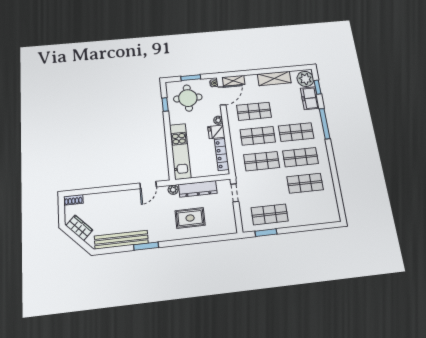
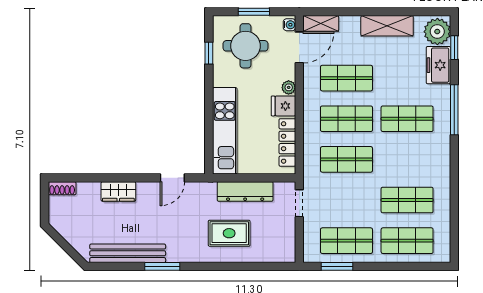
shop shelf: (301, 157) -> (407, 241), moved
plant: (173, 190) -> (209, 189), removed
wardrobe: (79, 228) -> (118, 191), moved, turned 135

